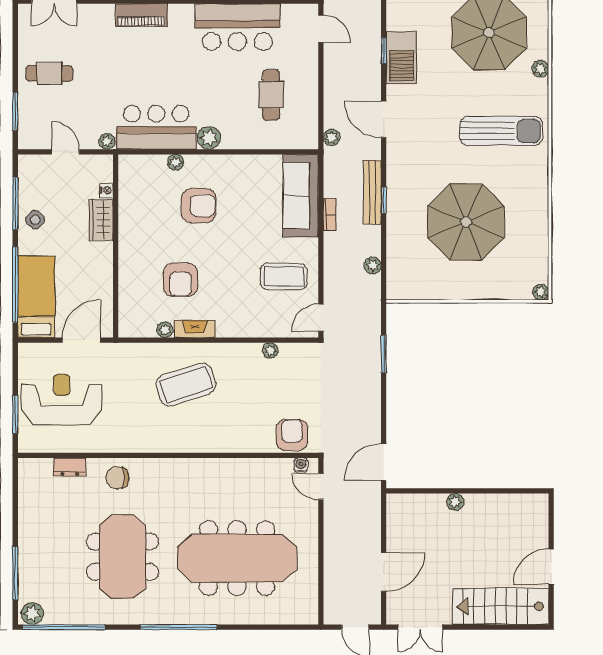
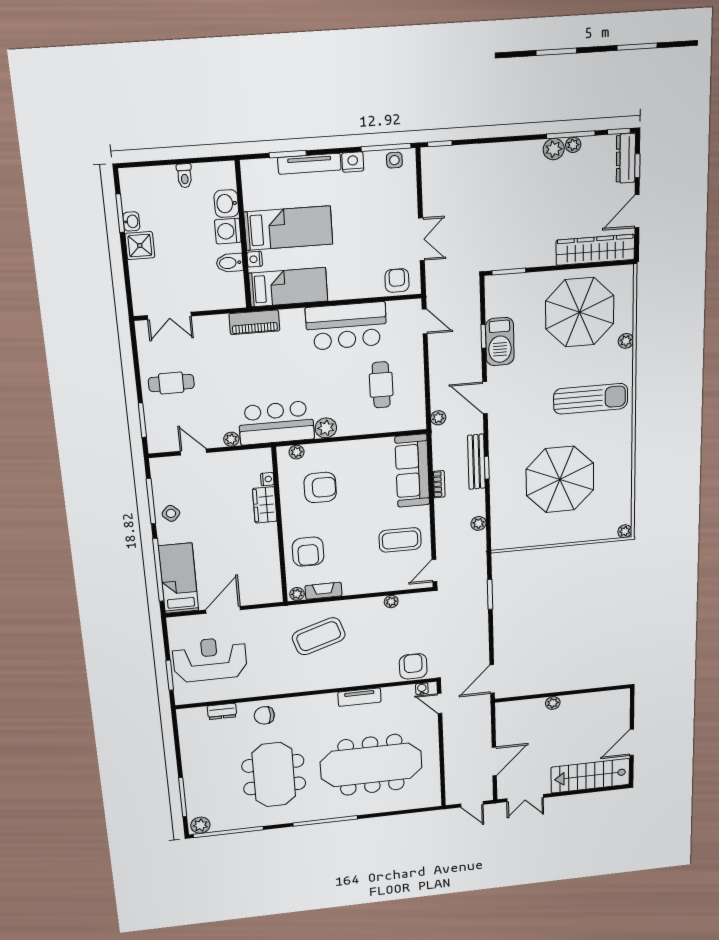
nightstand: (106, 190) -> (267, 479), moved
wardrobe: (101, 220) -> (265, 505), moved
wall: (116, 246) -> (280, 526), moved
tv unit: (228, 467) -> (359, 697), added

